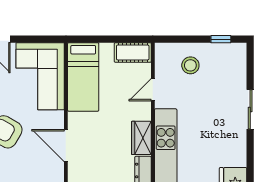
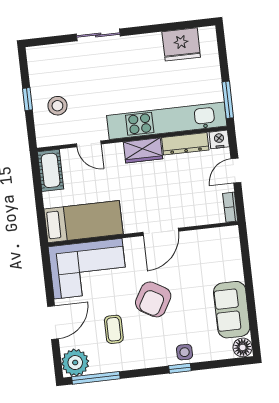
window: (221, 39) -> (28, 99), moved

